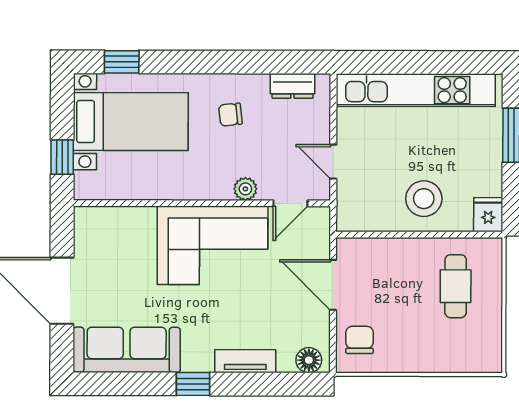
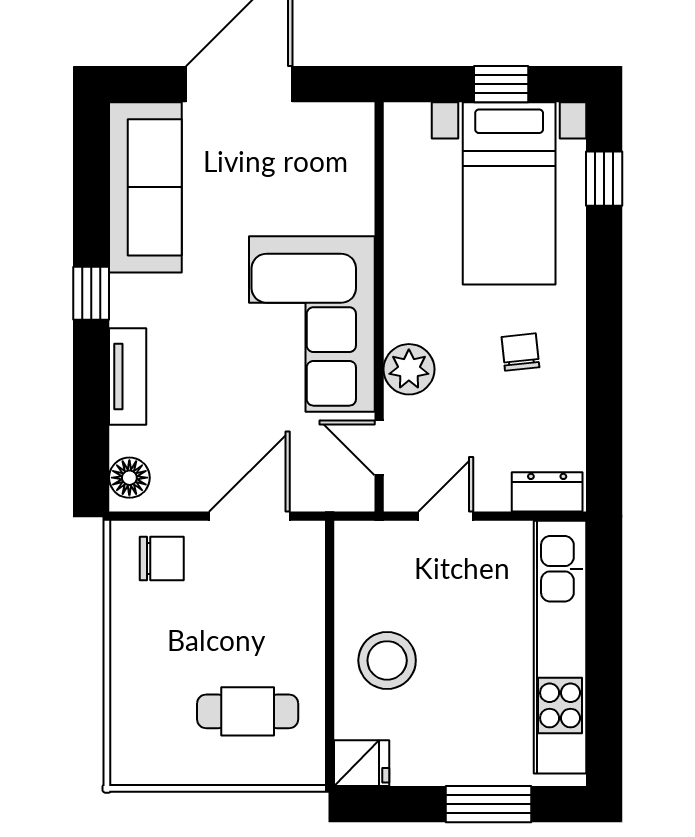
dresser: (292, 86) -> (547, 492), moved, turned 90
window: (62, 157) -> (501, 84), moved
plant: (245, 189) -> (409, 369), width x1.38, depth x1.38

